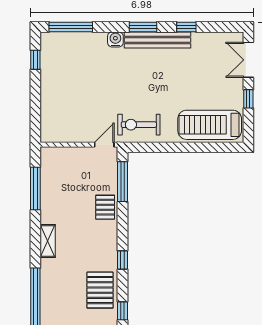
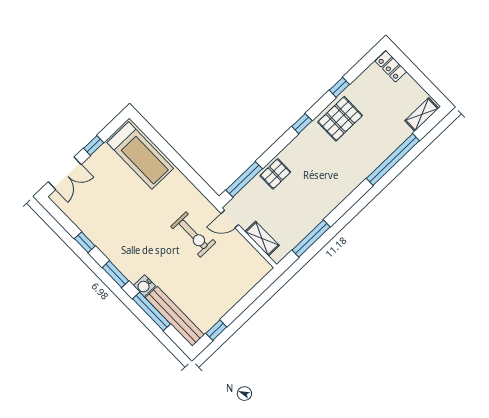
window: (71, 27) -> (151, 311), moved
bench: (157, 40) -> (175, 316), moved
exercise bike: (139, 125) -> (193, 234), moved
shelving: (48, 241) -> (262, 239), moved, turned 90

